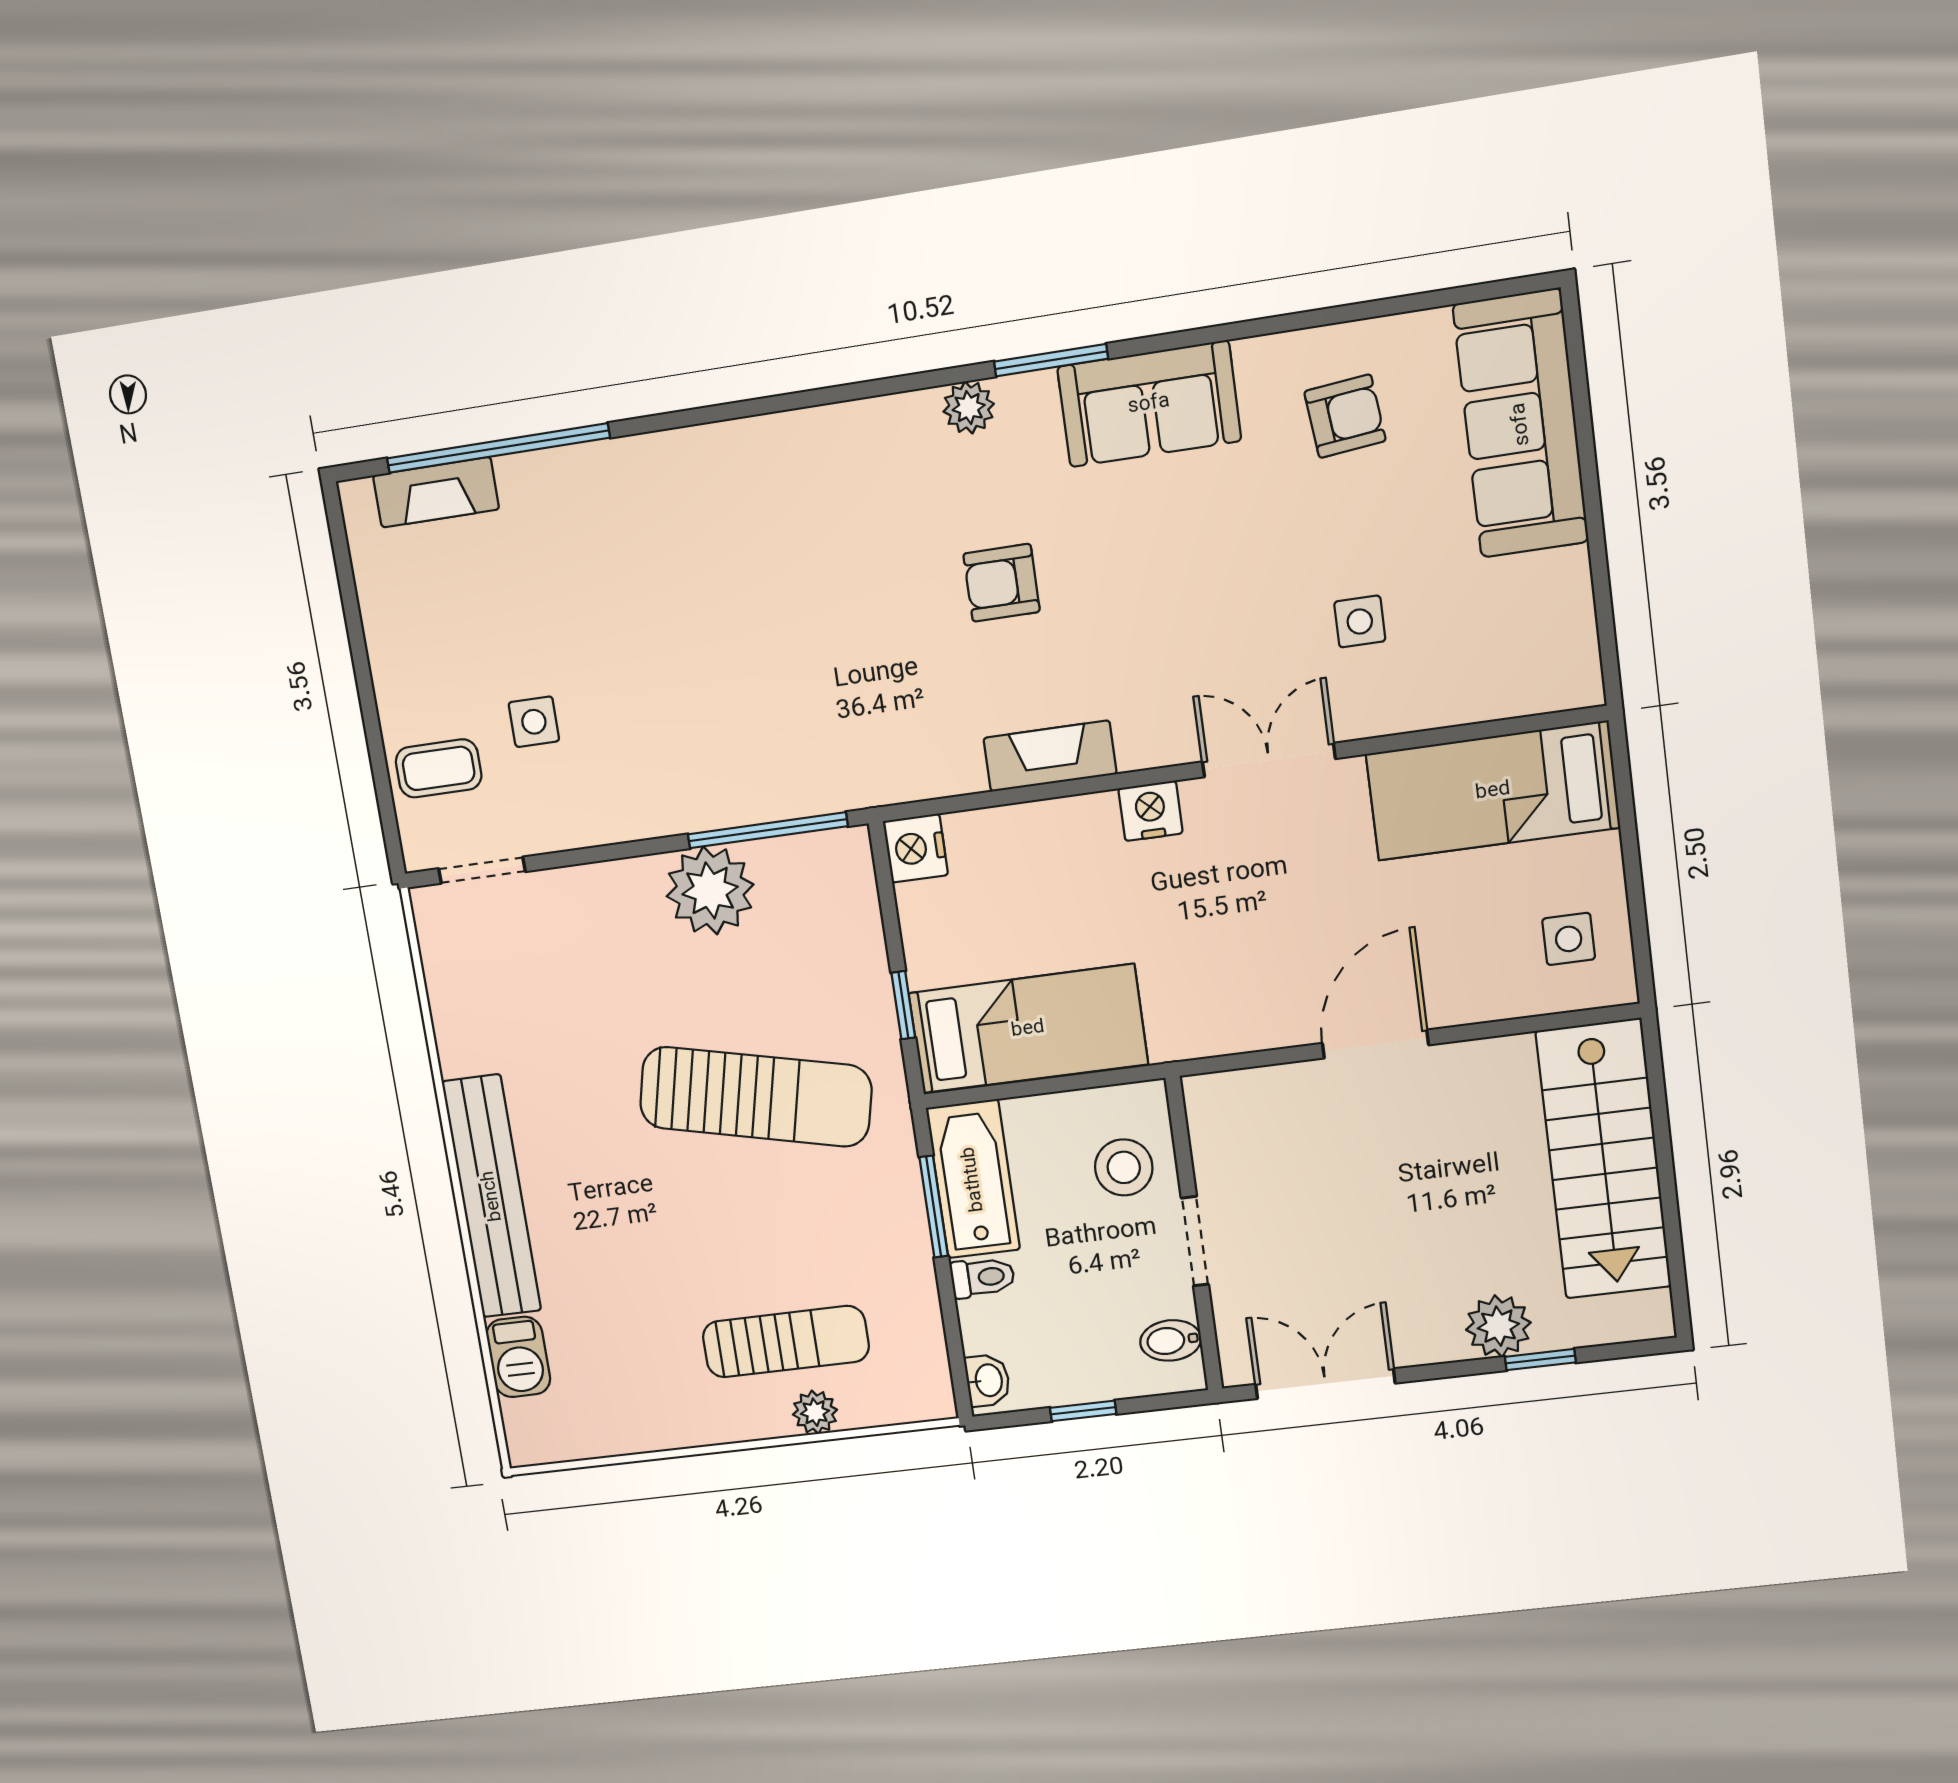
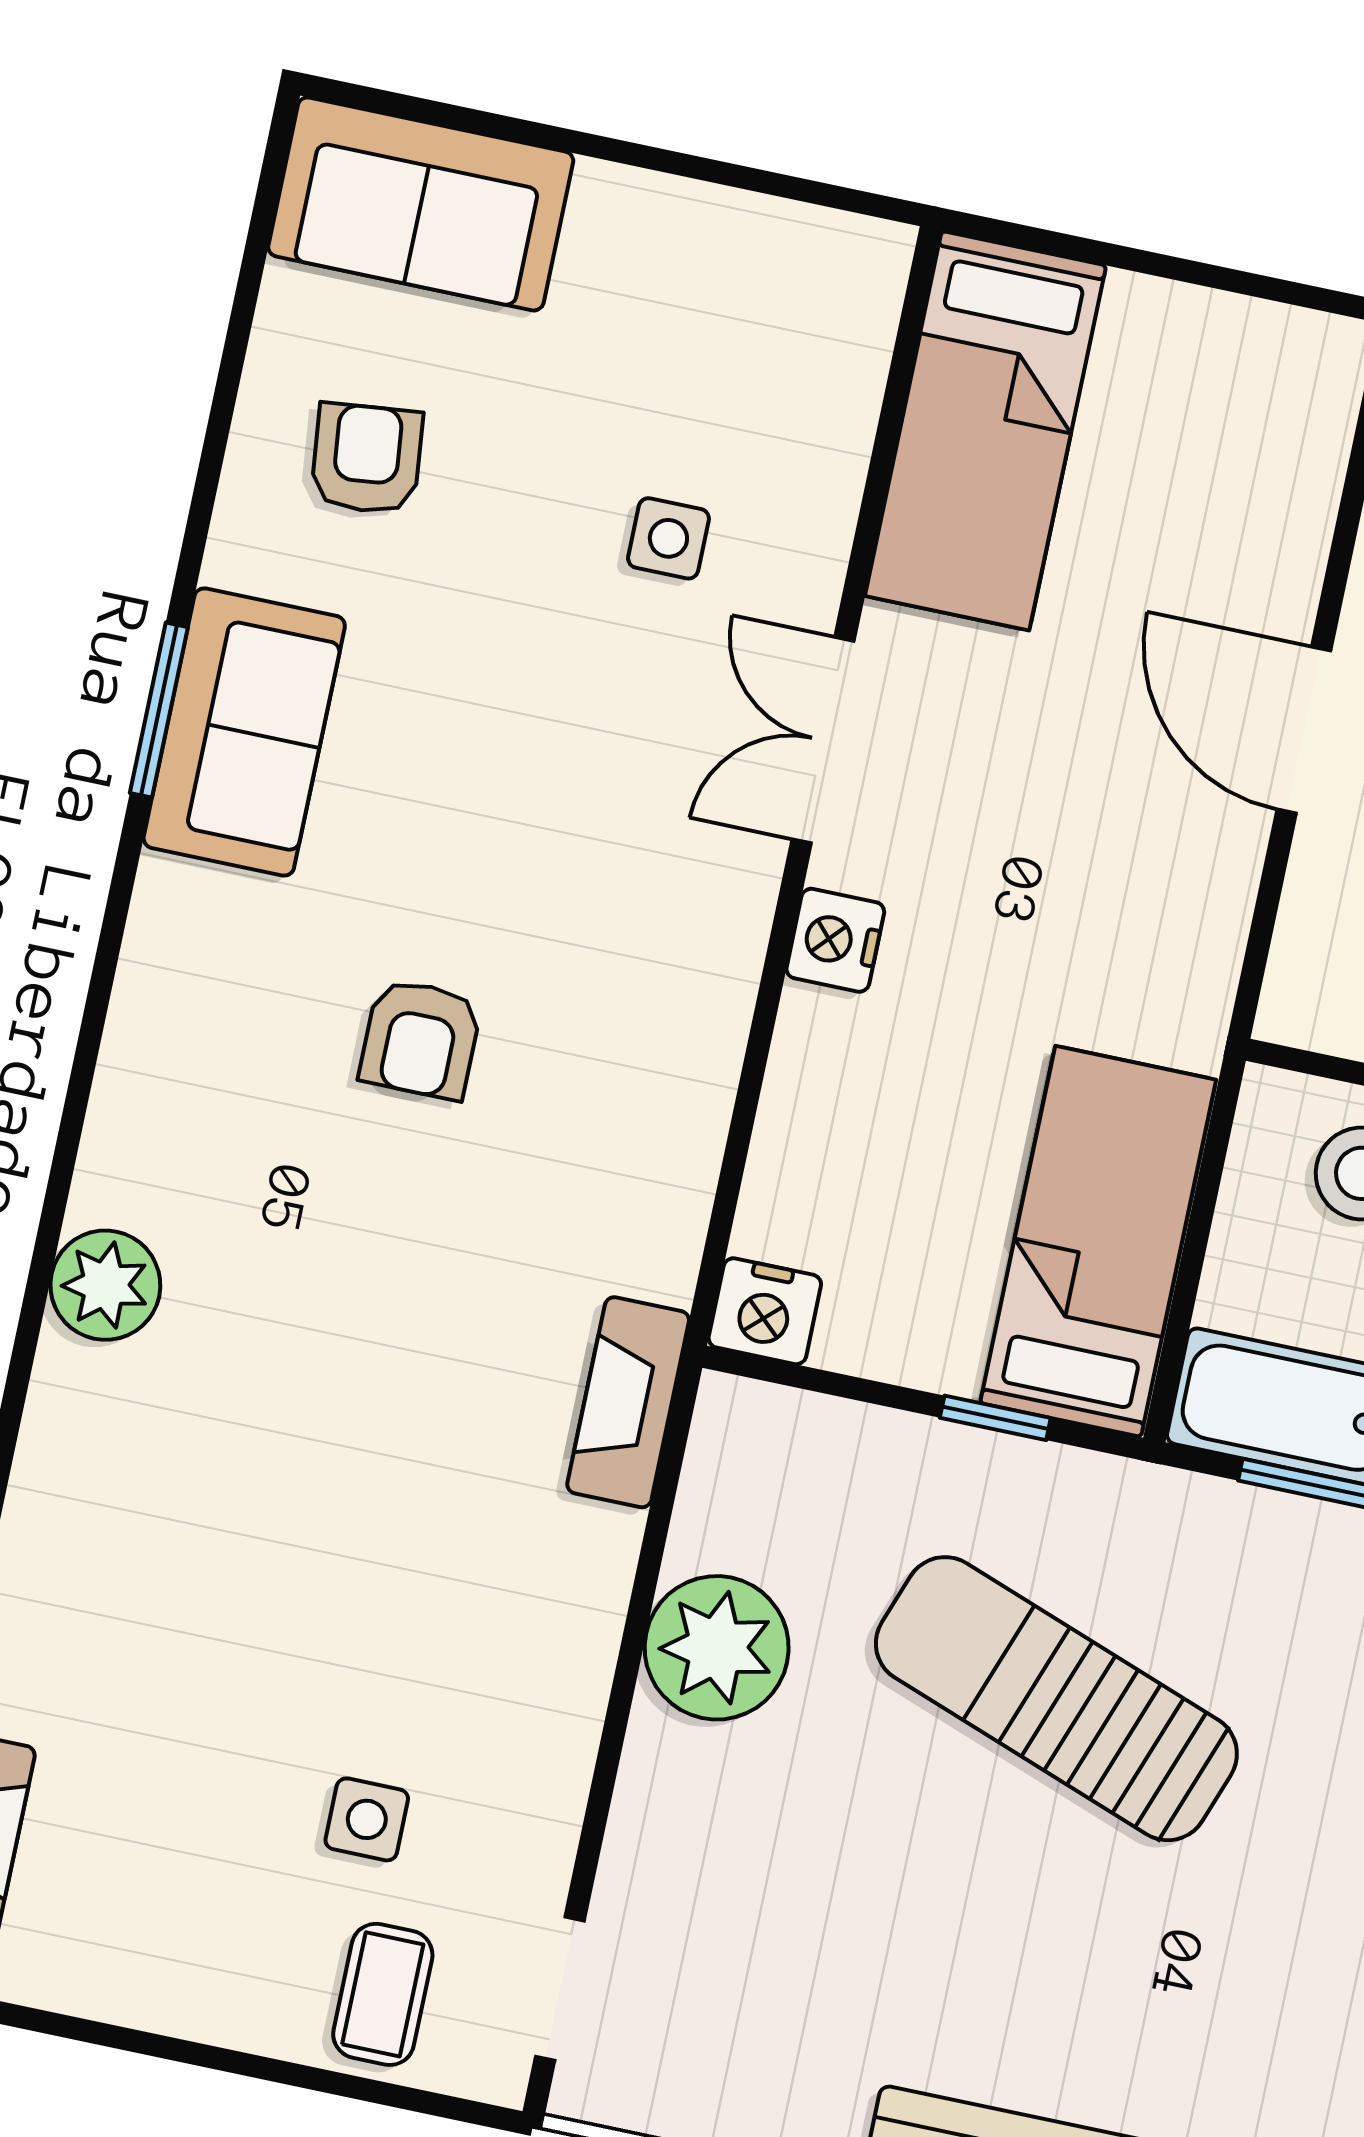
window: (1051, 360) -> (159, 710), moved
plant: (969, 408) -> (105, 1285), moved, width x1.38, depth x1.38
sofa: (1521, 424) -> (421, 204), width x0.73
fireplace: (1050, 756) -> (628, 1402), moved
window: (768, 830) -> (658, 1525), removed
side table: (1569, 939) -> (1245, 394), removed
sun lounger: (756, 1097) -> (1056, 1699), turned -83

